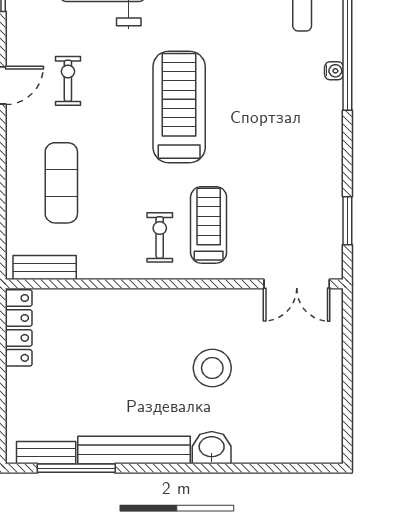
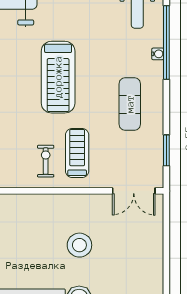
treadmill: (179, 107) -> (58, 77), turned 180
exercise mat: (290, 149) -> (130, 104), added

